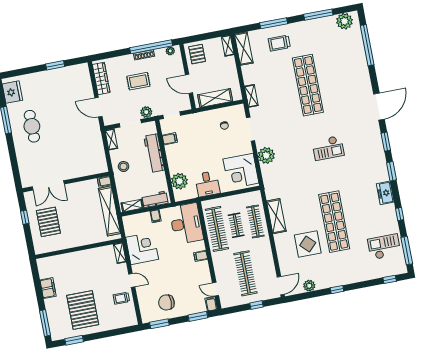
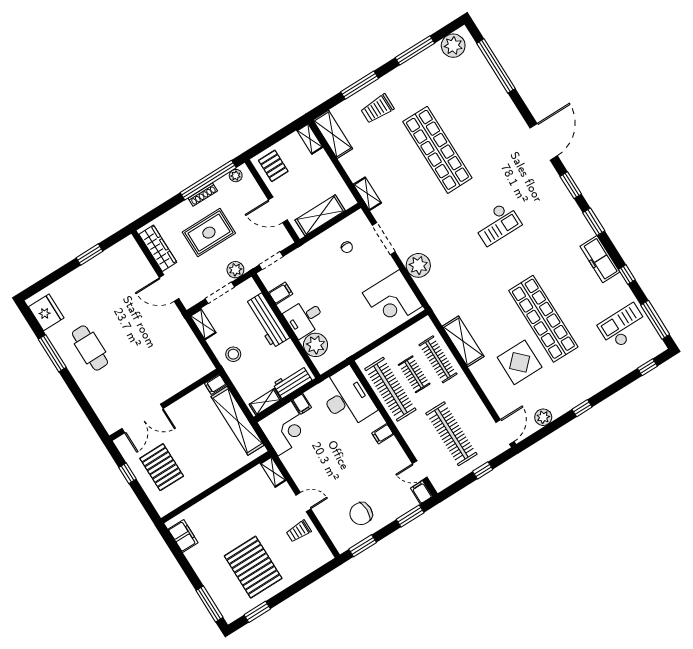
rug: (138, 81) -> (209, 233), width x1.36, depth x1.43
desk: (207, 184) -> (305, 318), moved, turned 90
freezer: (385, 193) -> (600, 259), width x1.40
corner desk: (142, 248) -> (284, 428), moved, turned 90
filing cabinet: (48, 288) -> (183, 536), moved

